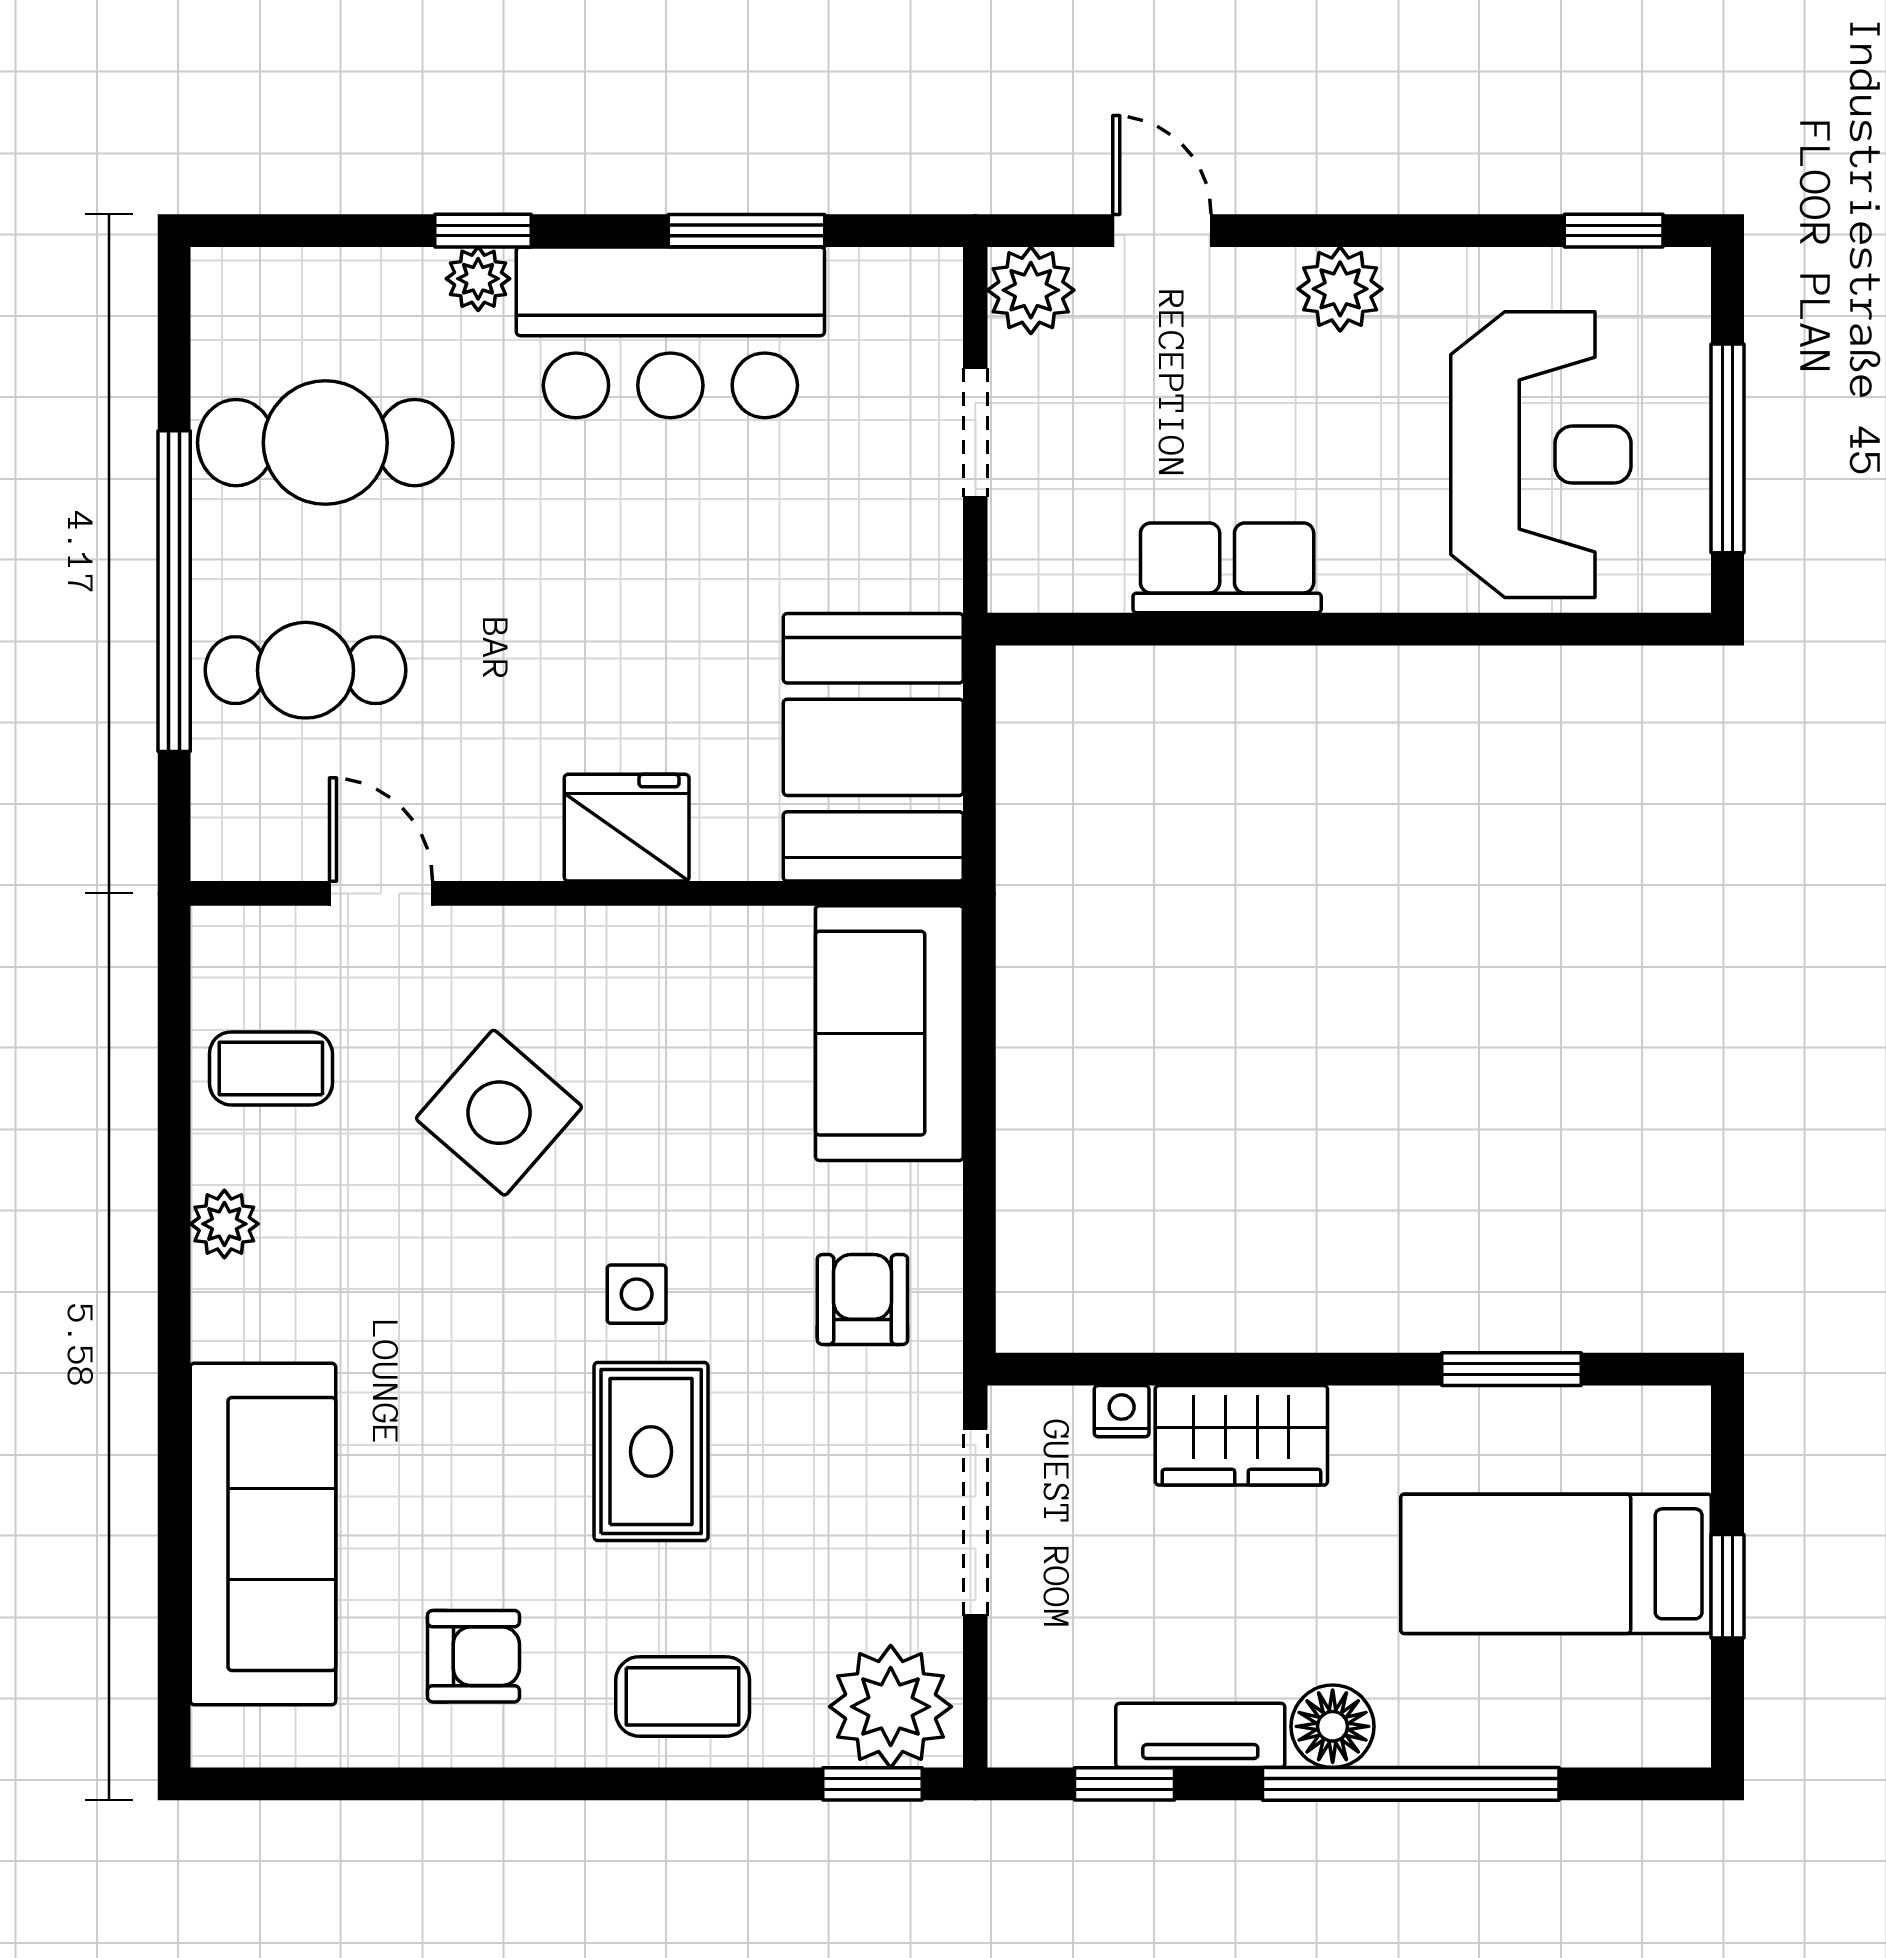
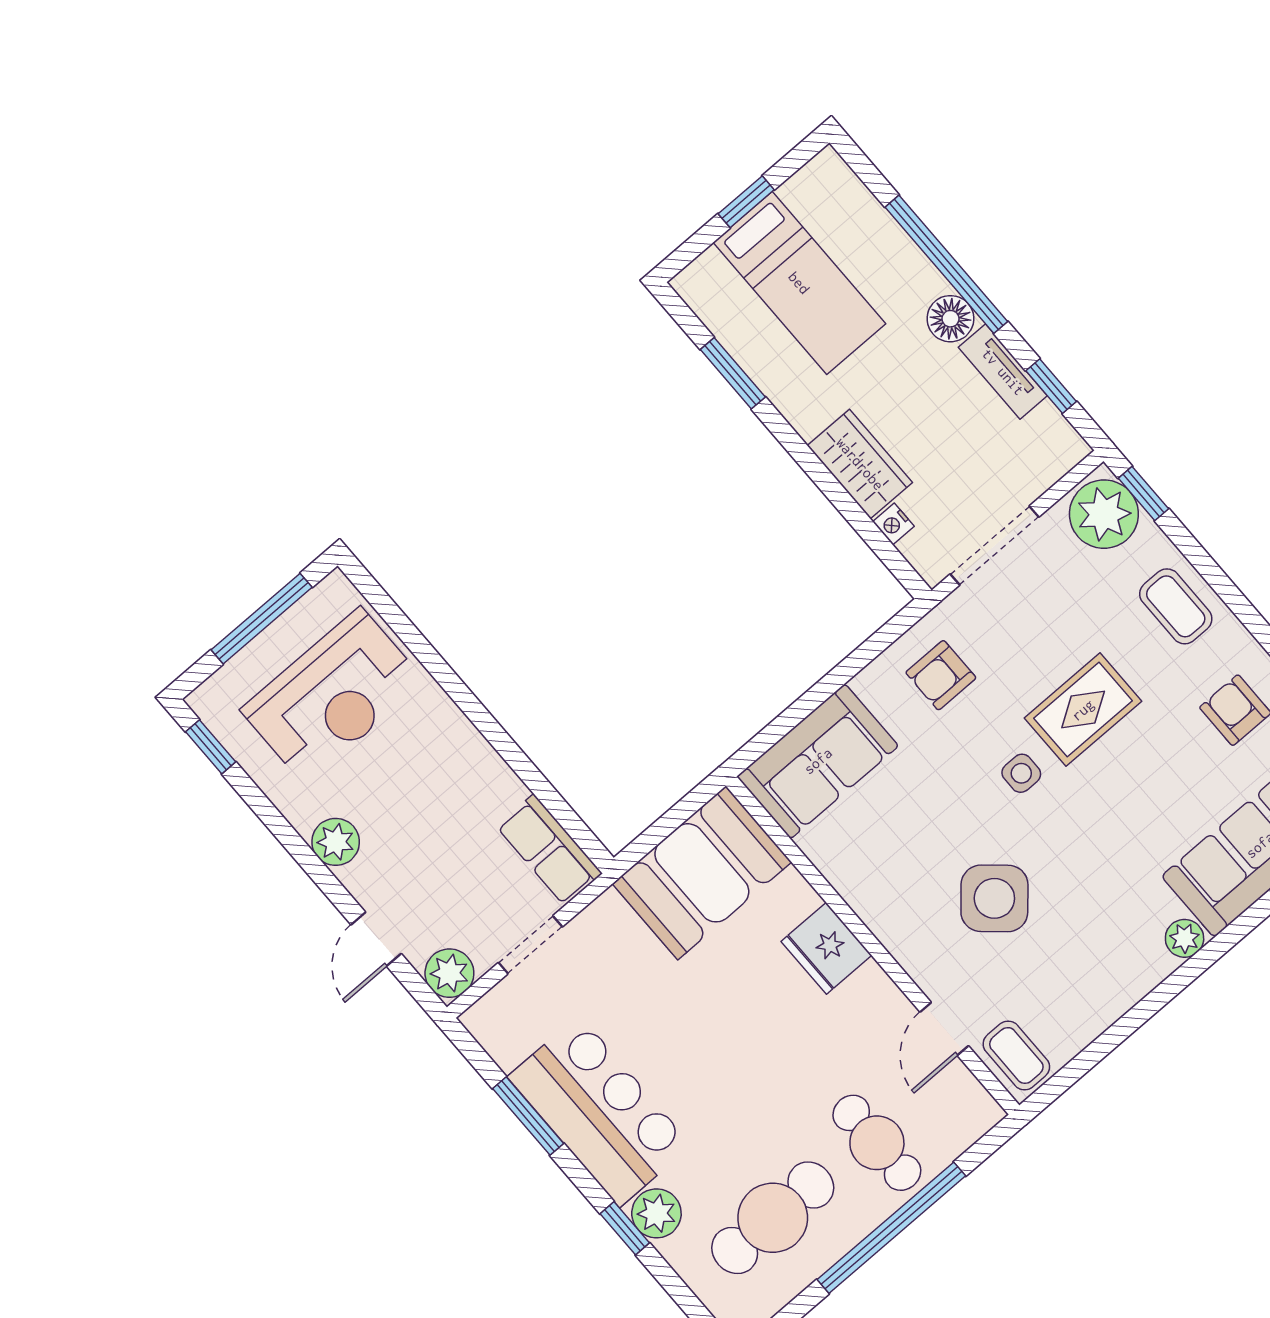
plant: (478, 279) -> (656, 1213), width x1.38, depth x1.38
cafe table: (325, 443) -> (773, 1218), turned 90
reception desk: (1541, 455) -> (333, 696), turned 180
row of seats: (1227, 568) -> (549, 850), moved
coffee table: (271, 1068) -> (1016, 1055), moved
plant: (224, 1224) -> (1185, 938), moved

